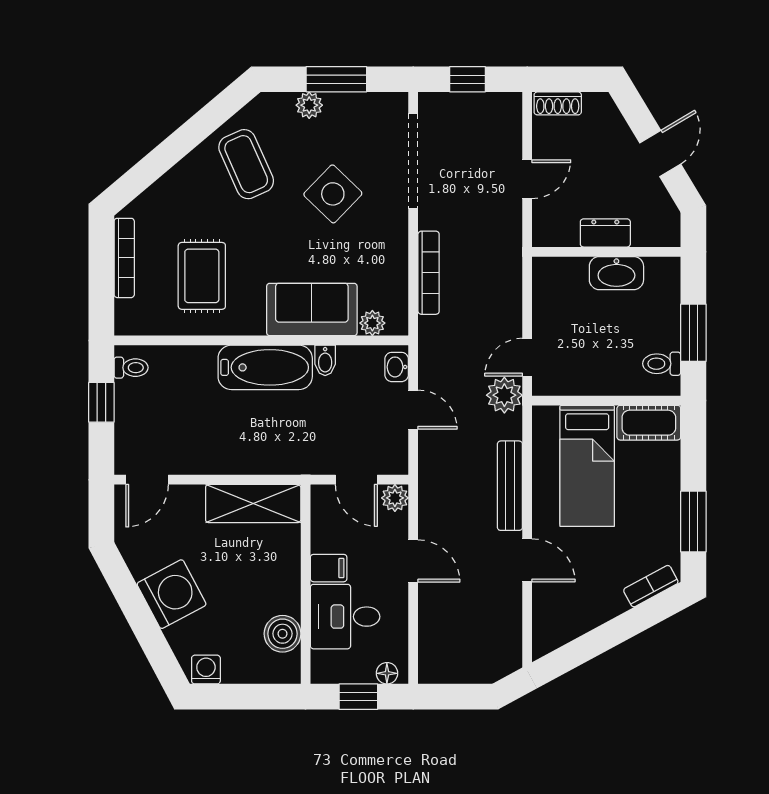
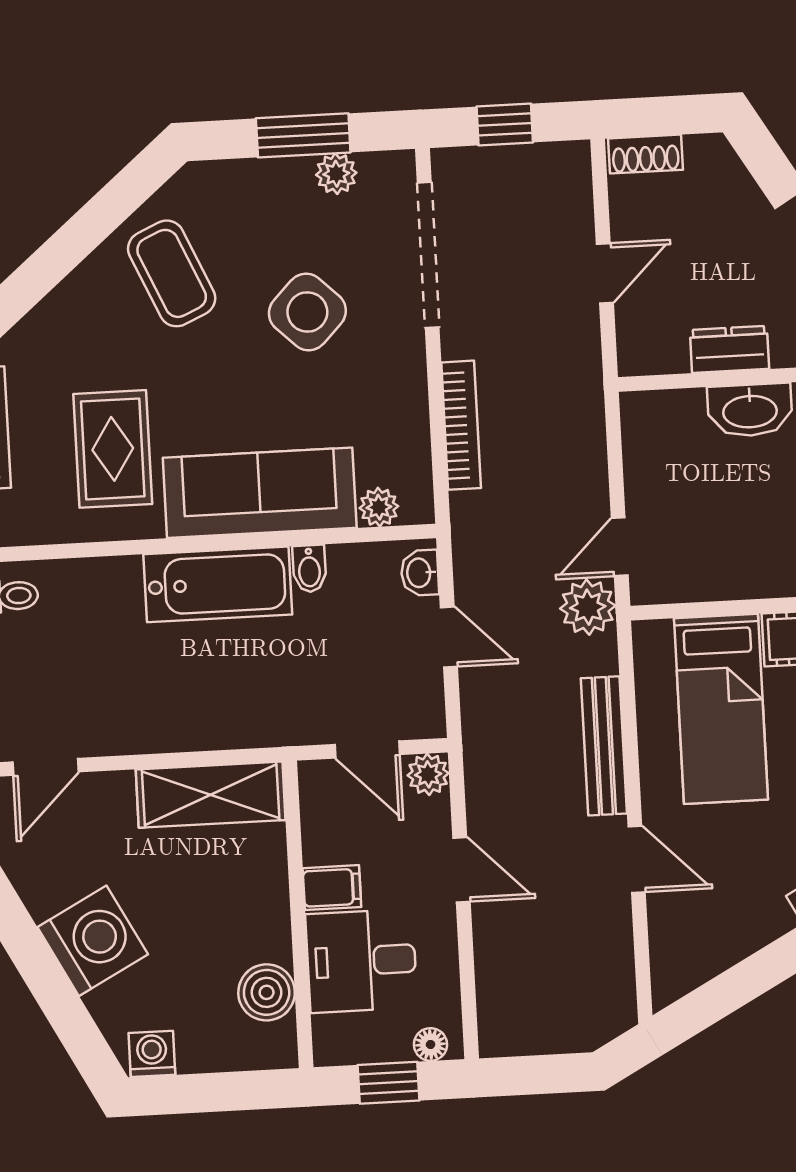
plant: (309, 105) -> (336, 174), moved
sofa: (312, 310) -> (260, 493), width x1.36

